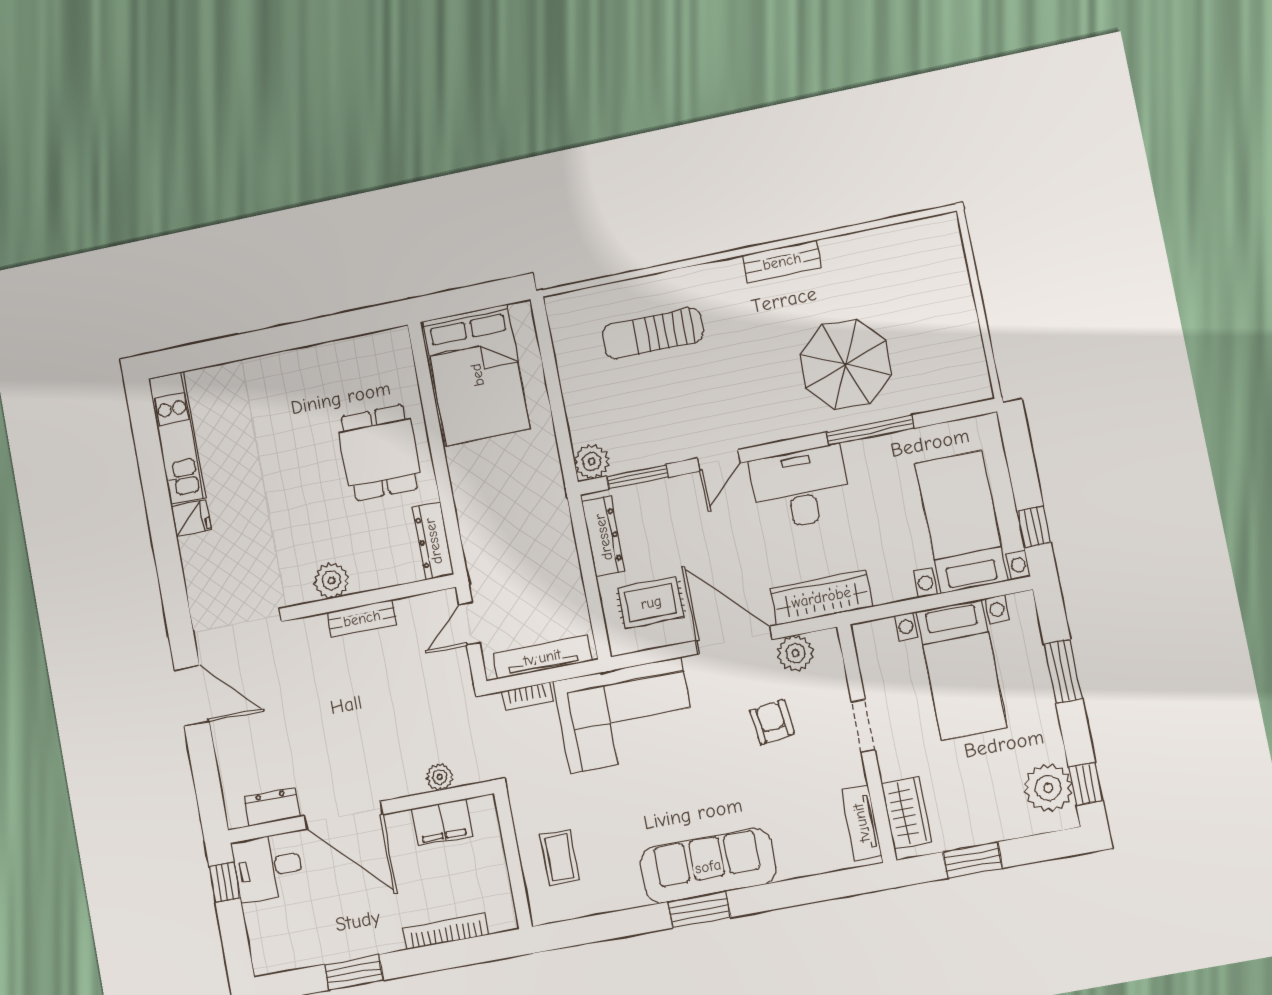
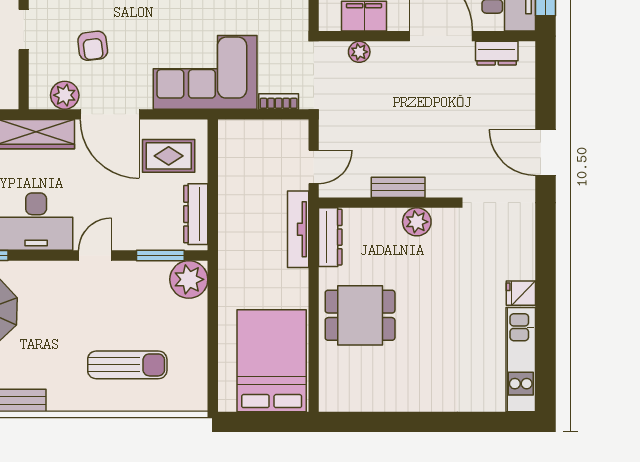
dining table: (379, 452) -> (360, 315), turned 90
plant: (592, 462) -> (189, 279), width x1.36, depth x1.36
tv unit: (542, 657) -> (298, 229), moved, turned 90

